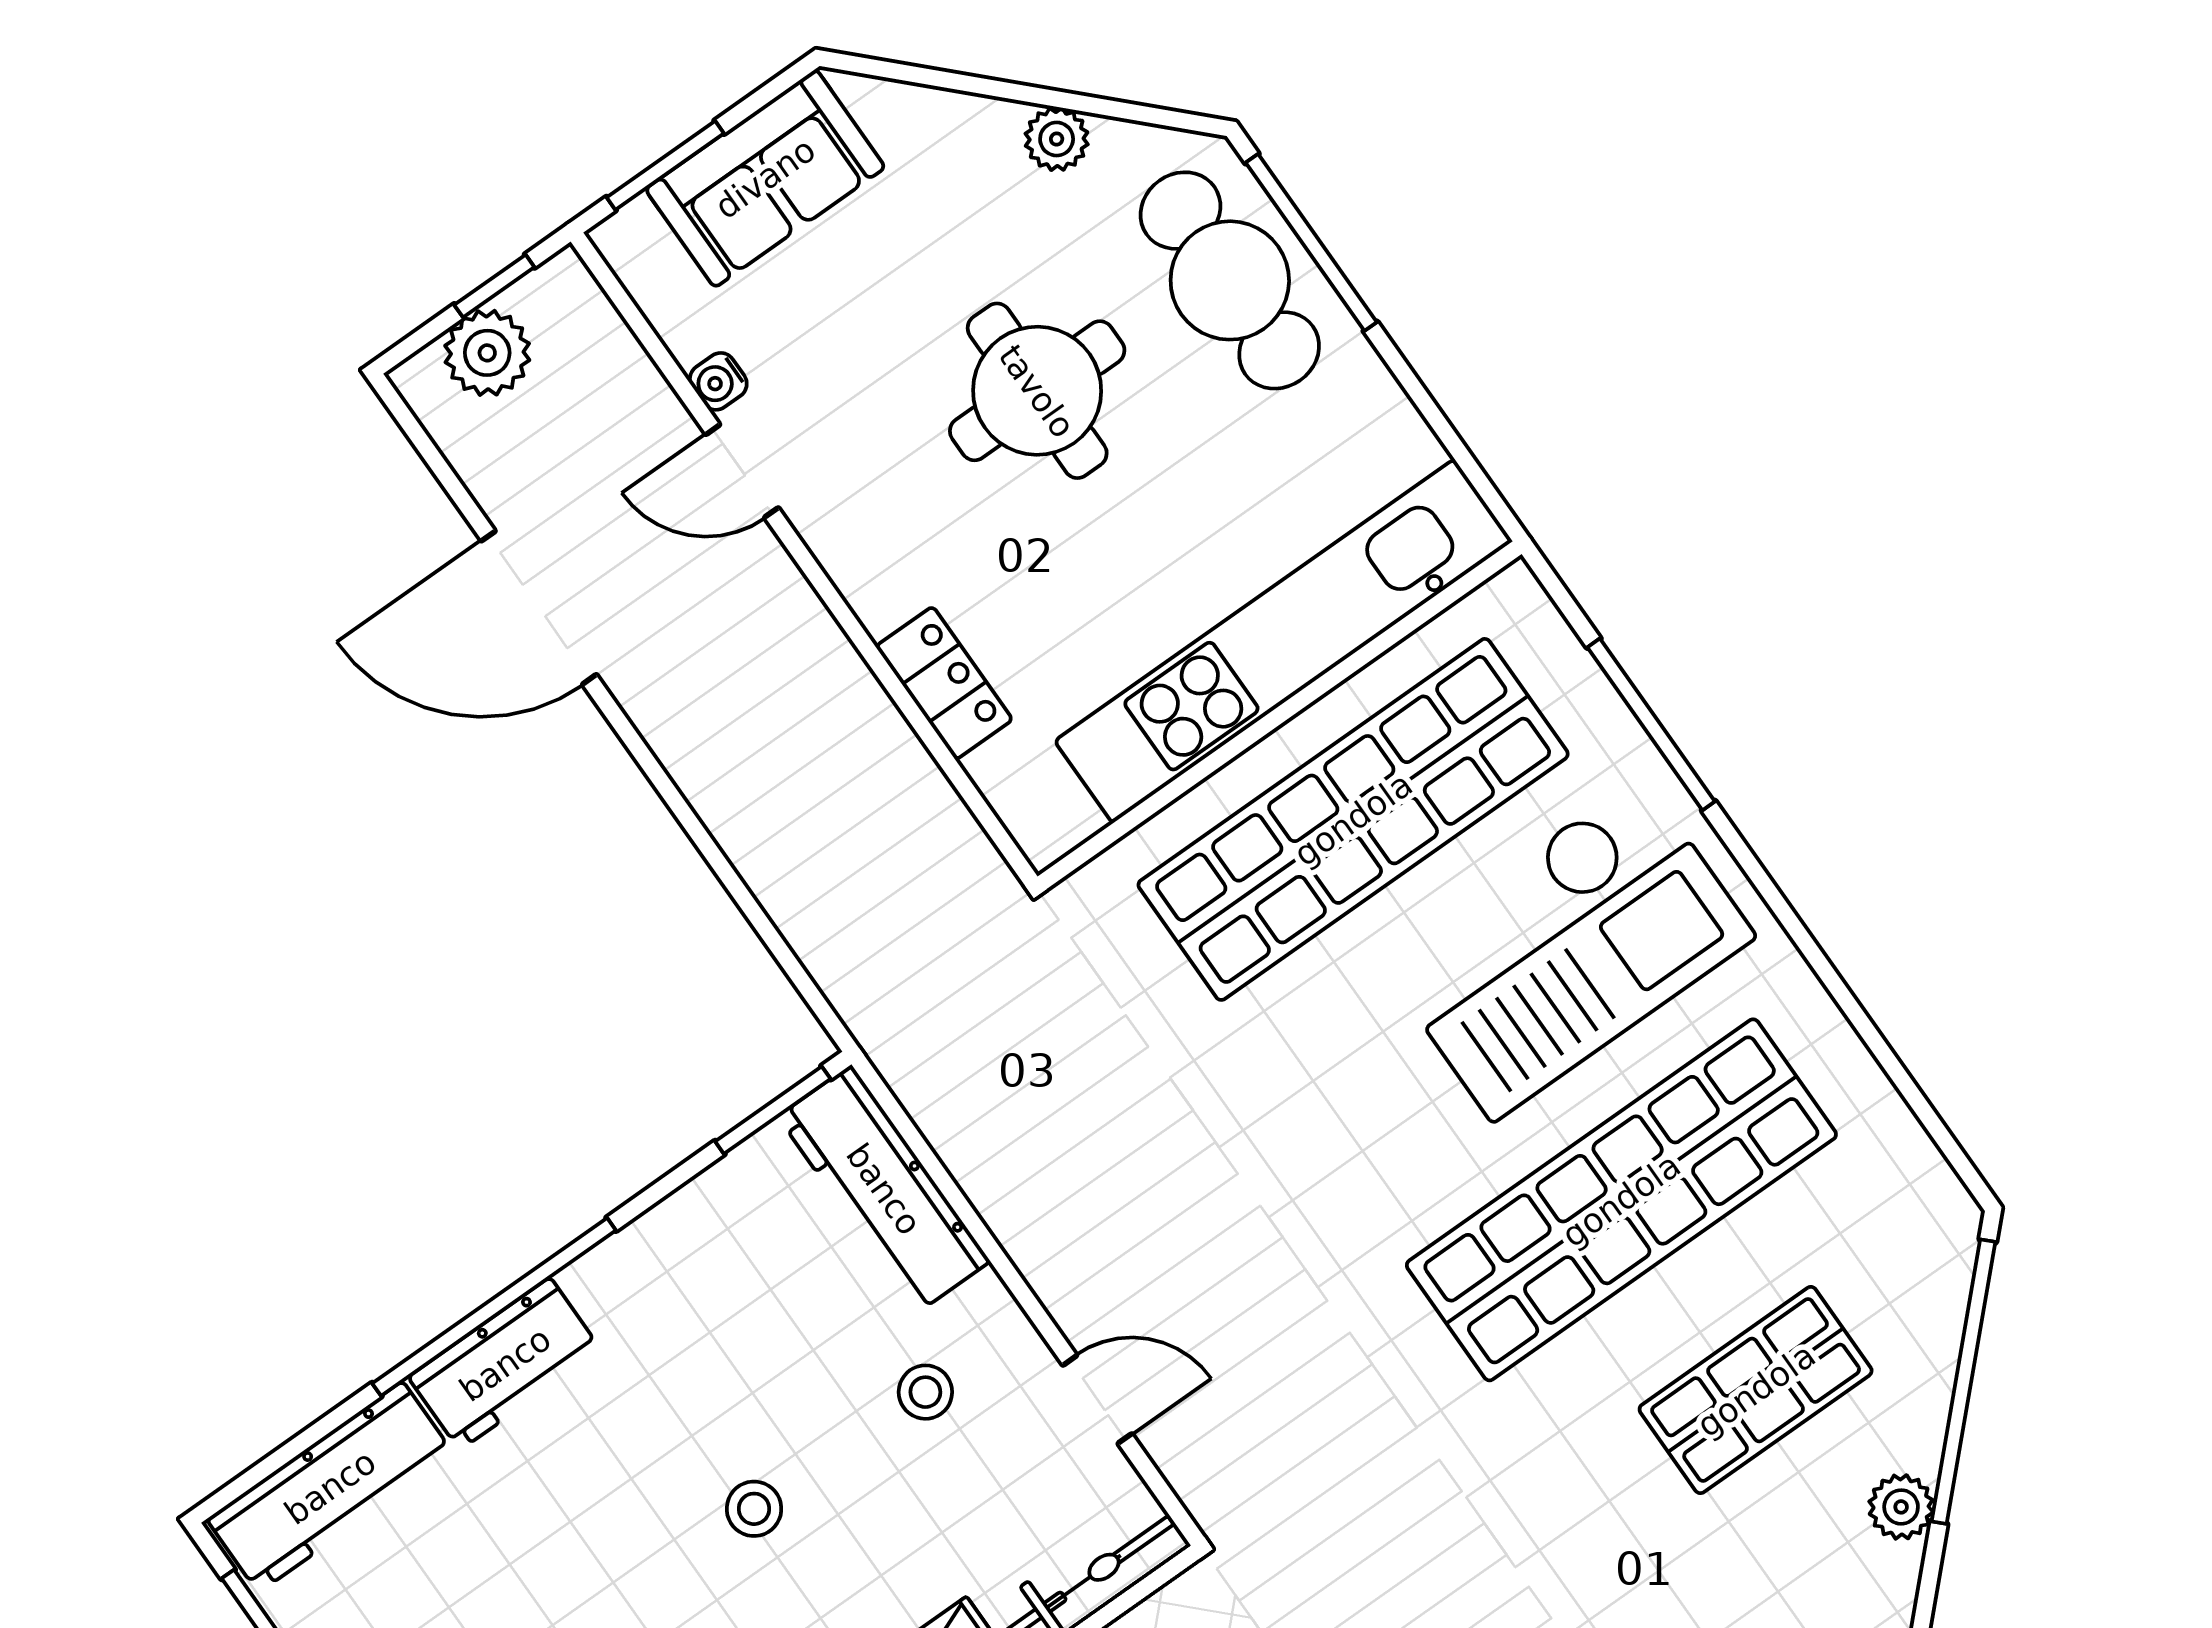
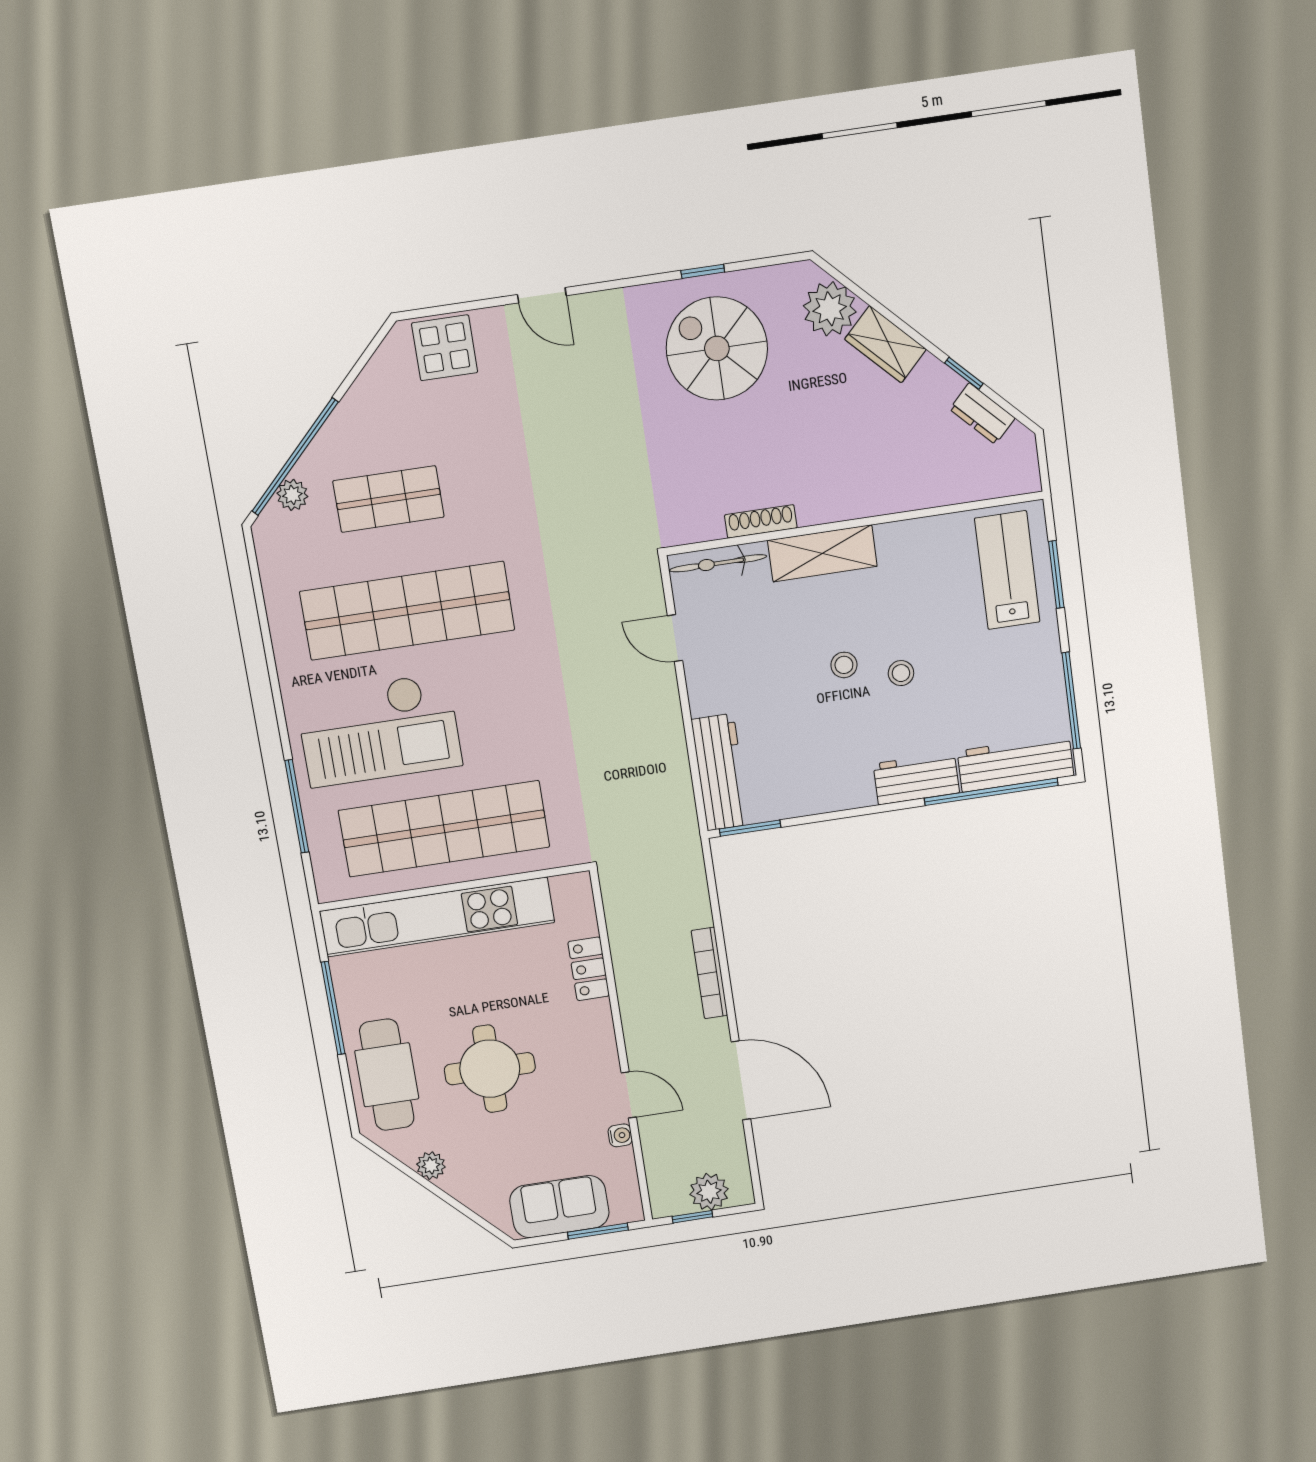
window: (1311, 242) -> (333, 1008), moved
bookcase: (708, 790) -> (709, 973), added
checkout: (1567, 948) -> (379, 730), turned 180
window: (494, 1307) -> (991, 792), moved
stool: (925, 1392) -> (901, 673), moved
plant: (1901, 1507) -> (292, 495), moved

